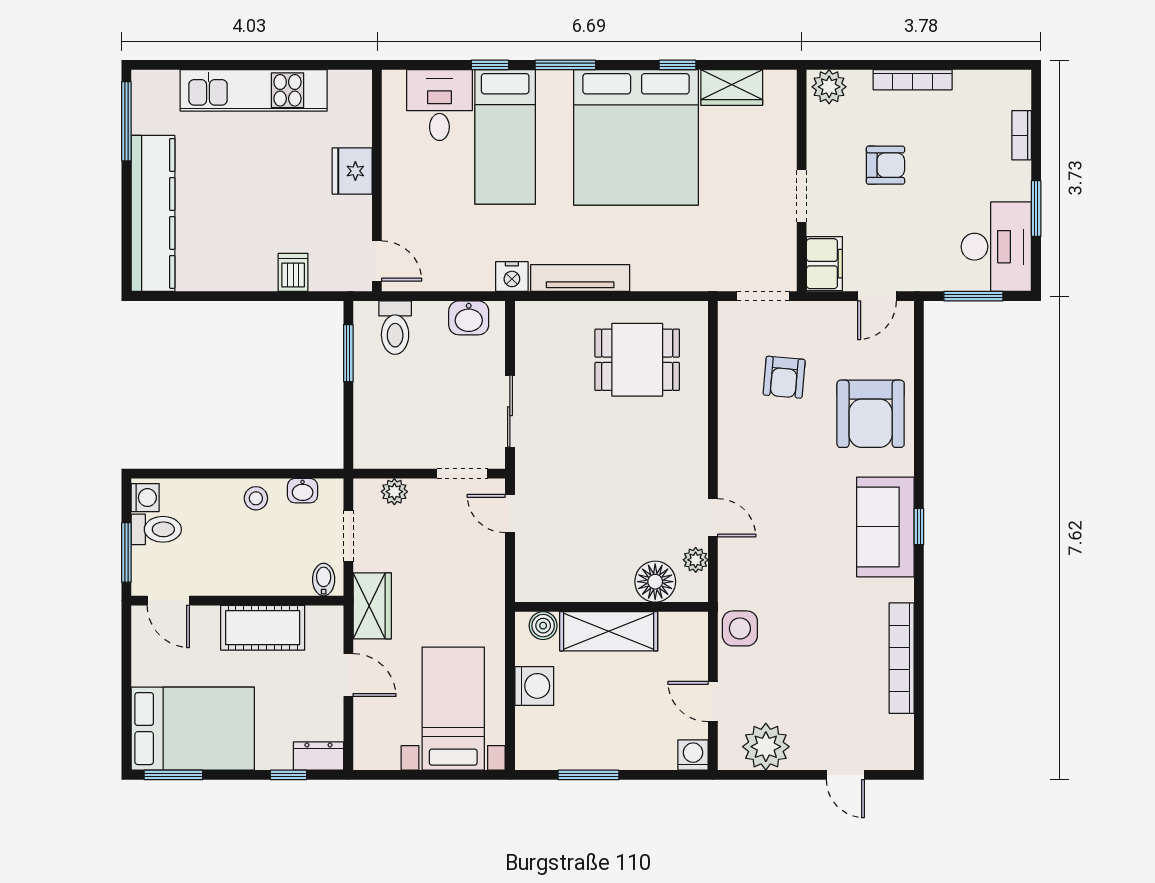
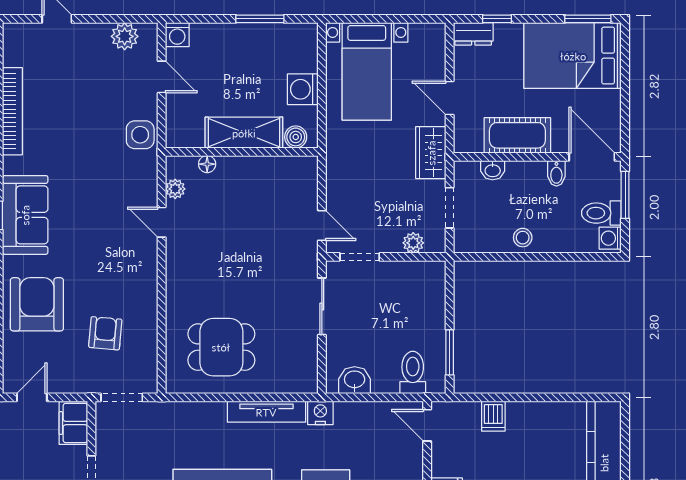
washbasin: (303, 491) -> (493, 170), moved, turned 180
bidet: (324, 580) -> (556, 173), moved
floor lamp: (655, 582) -> (207, 164), width x0.53, depth x0.53
door: (168, 601) -> (592, 157), width x1.38
plant: (766, 747) -> (125, 36), width x0.73, depth x0.73

